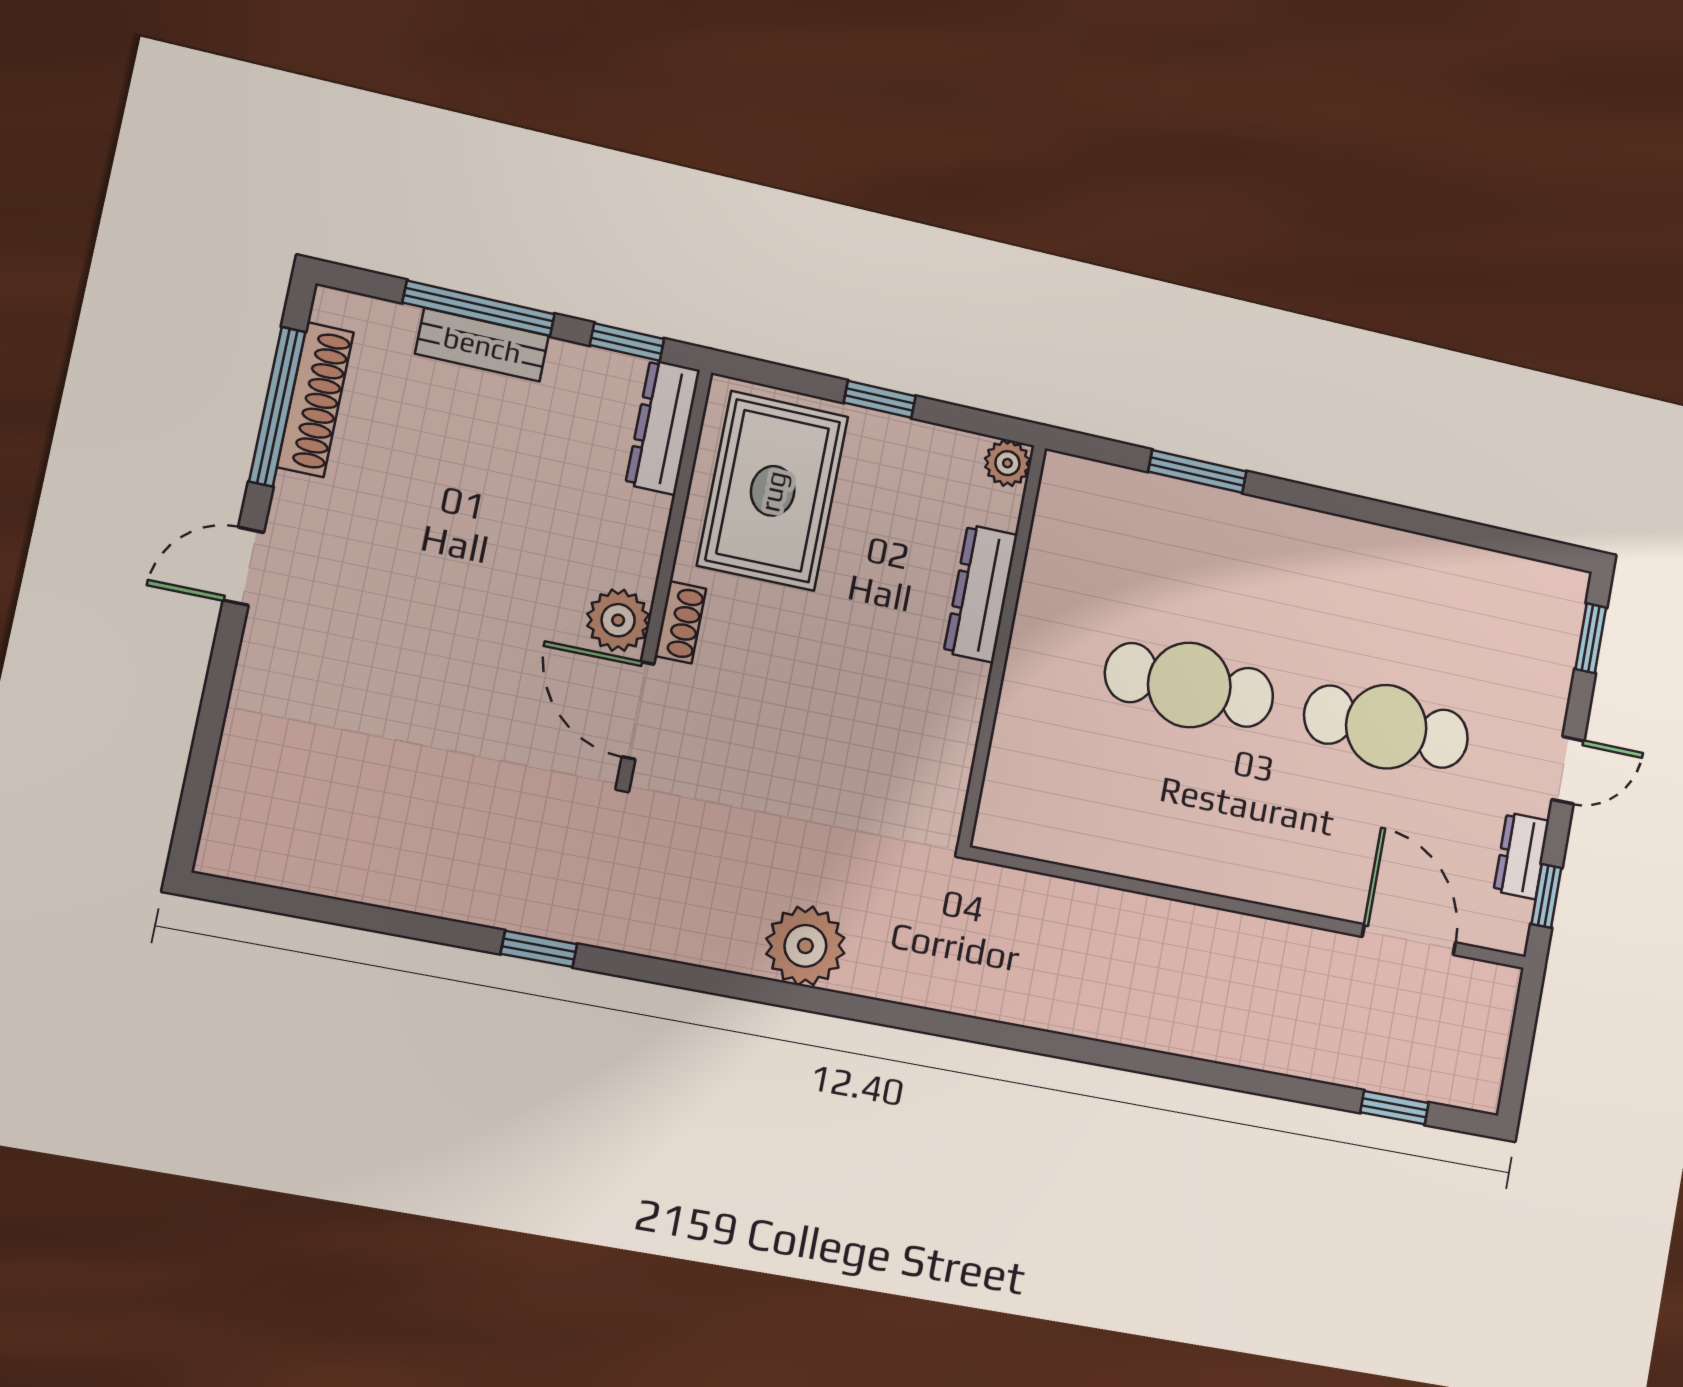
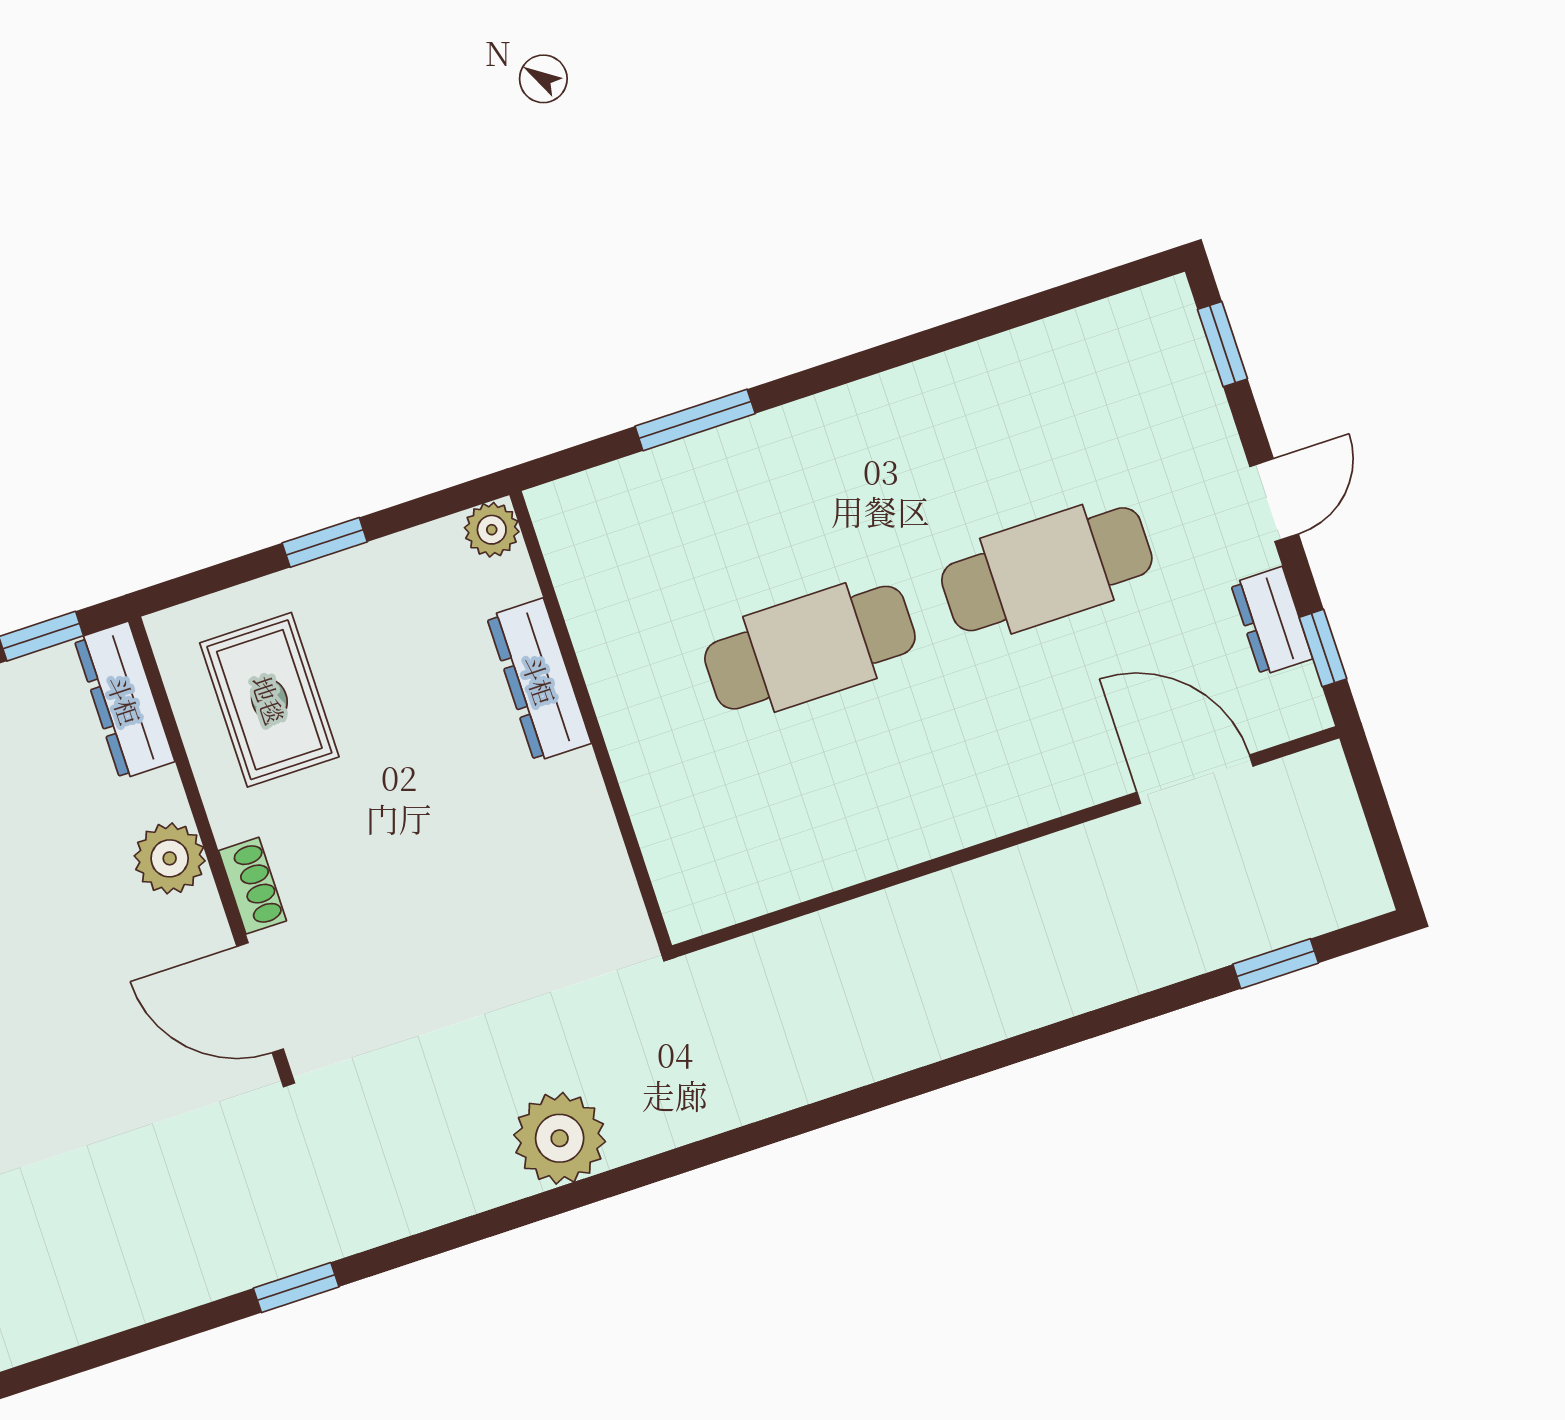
rug: (773, 491) -> (269, 700), width x0.73, depth x0.70
plant: (618, 620) -> (170, 858), moved

